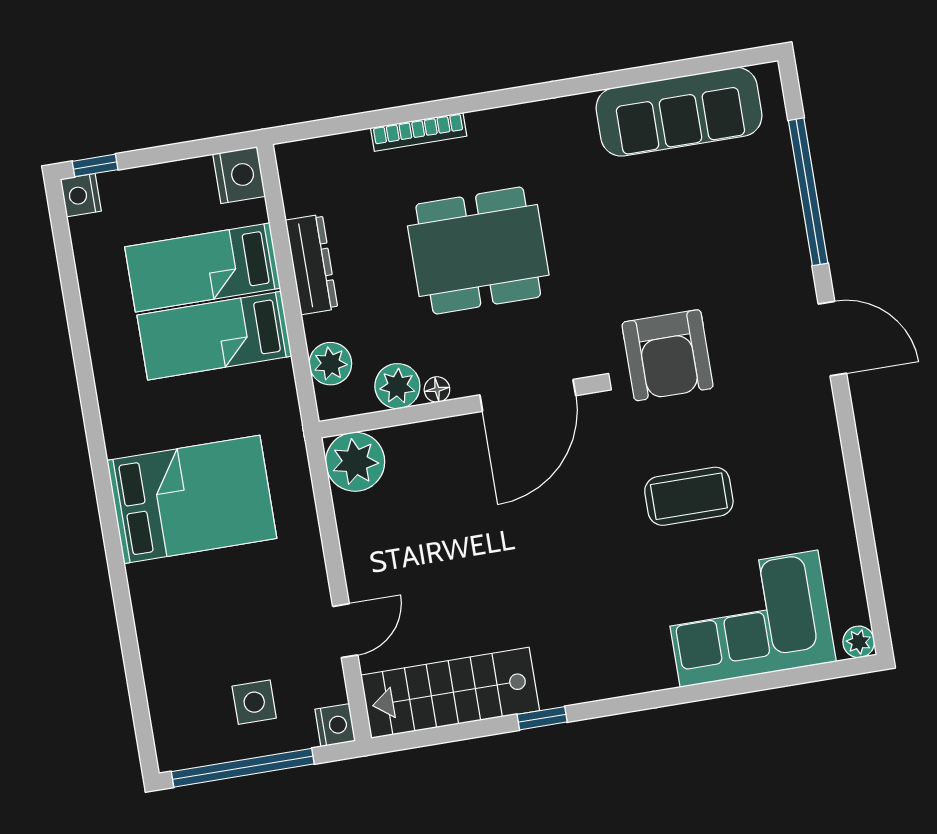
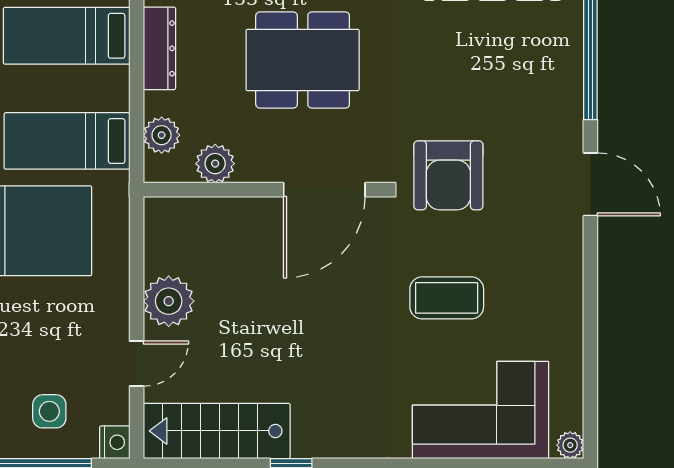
bed: (214, 336) -> (67, 141), moved
floor lamp: (437, 389) -> (248, 172), removed
plant: (355, 462) -> (169, 301), moved

